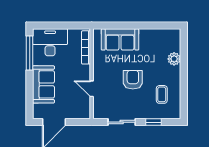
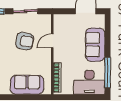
armchair: (133, 80) -> (25, 41), moved, turned -81
door: (92, 89) -> (52, 41), swing flipped

